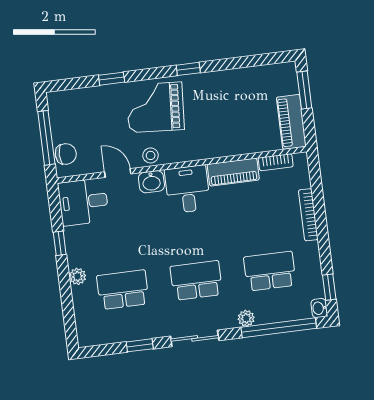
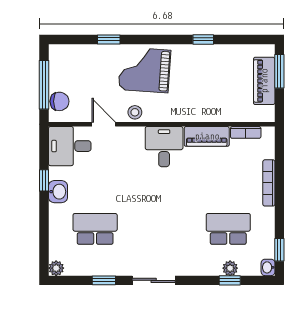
window: (188, 69) -> (203, 39), moved
piano: (291, 122) -> (264, 81), moved
washbasin: (151, 182) -> (58, 192), moved, turned -90
plant: (78, 276) -> (56, 268), moved
school desk: (196, 280) -> (162, 229), removed
plant: (246, 318) -> (230, 268), moved
window: (279, 328) -> (230, 280), width x0.32

